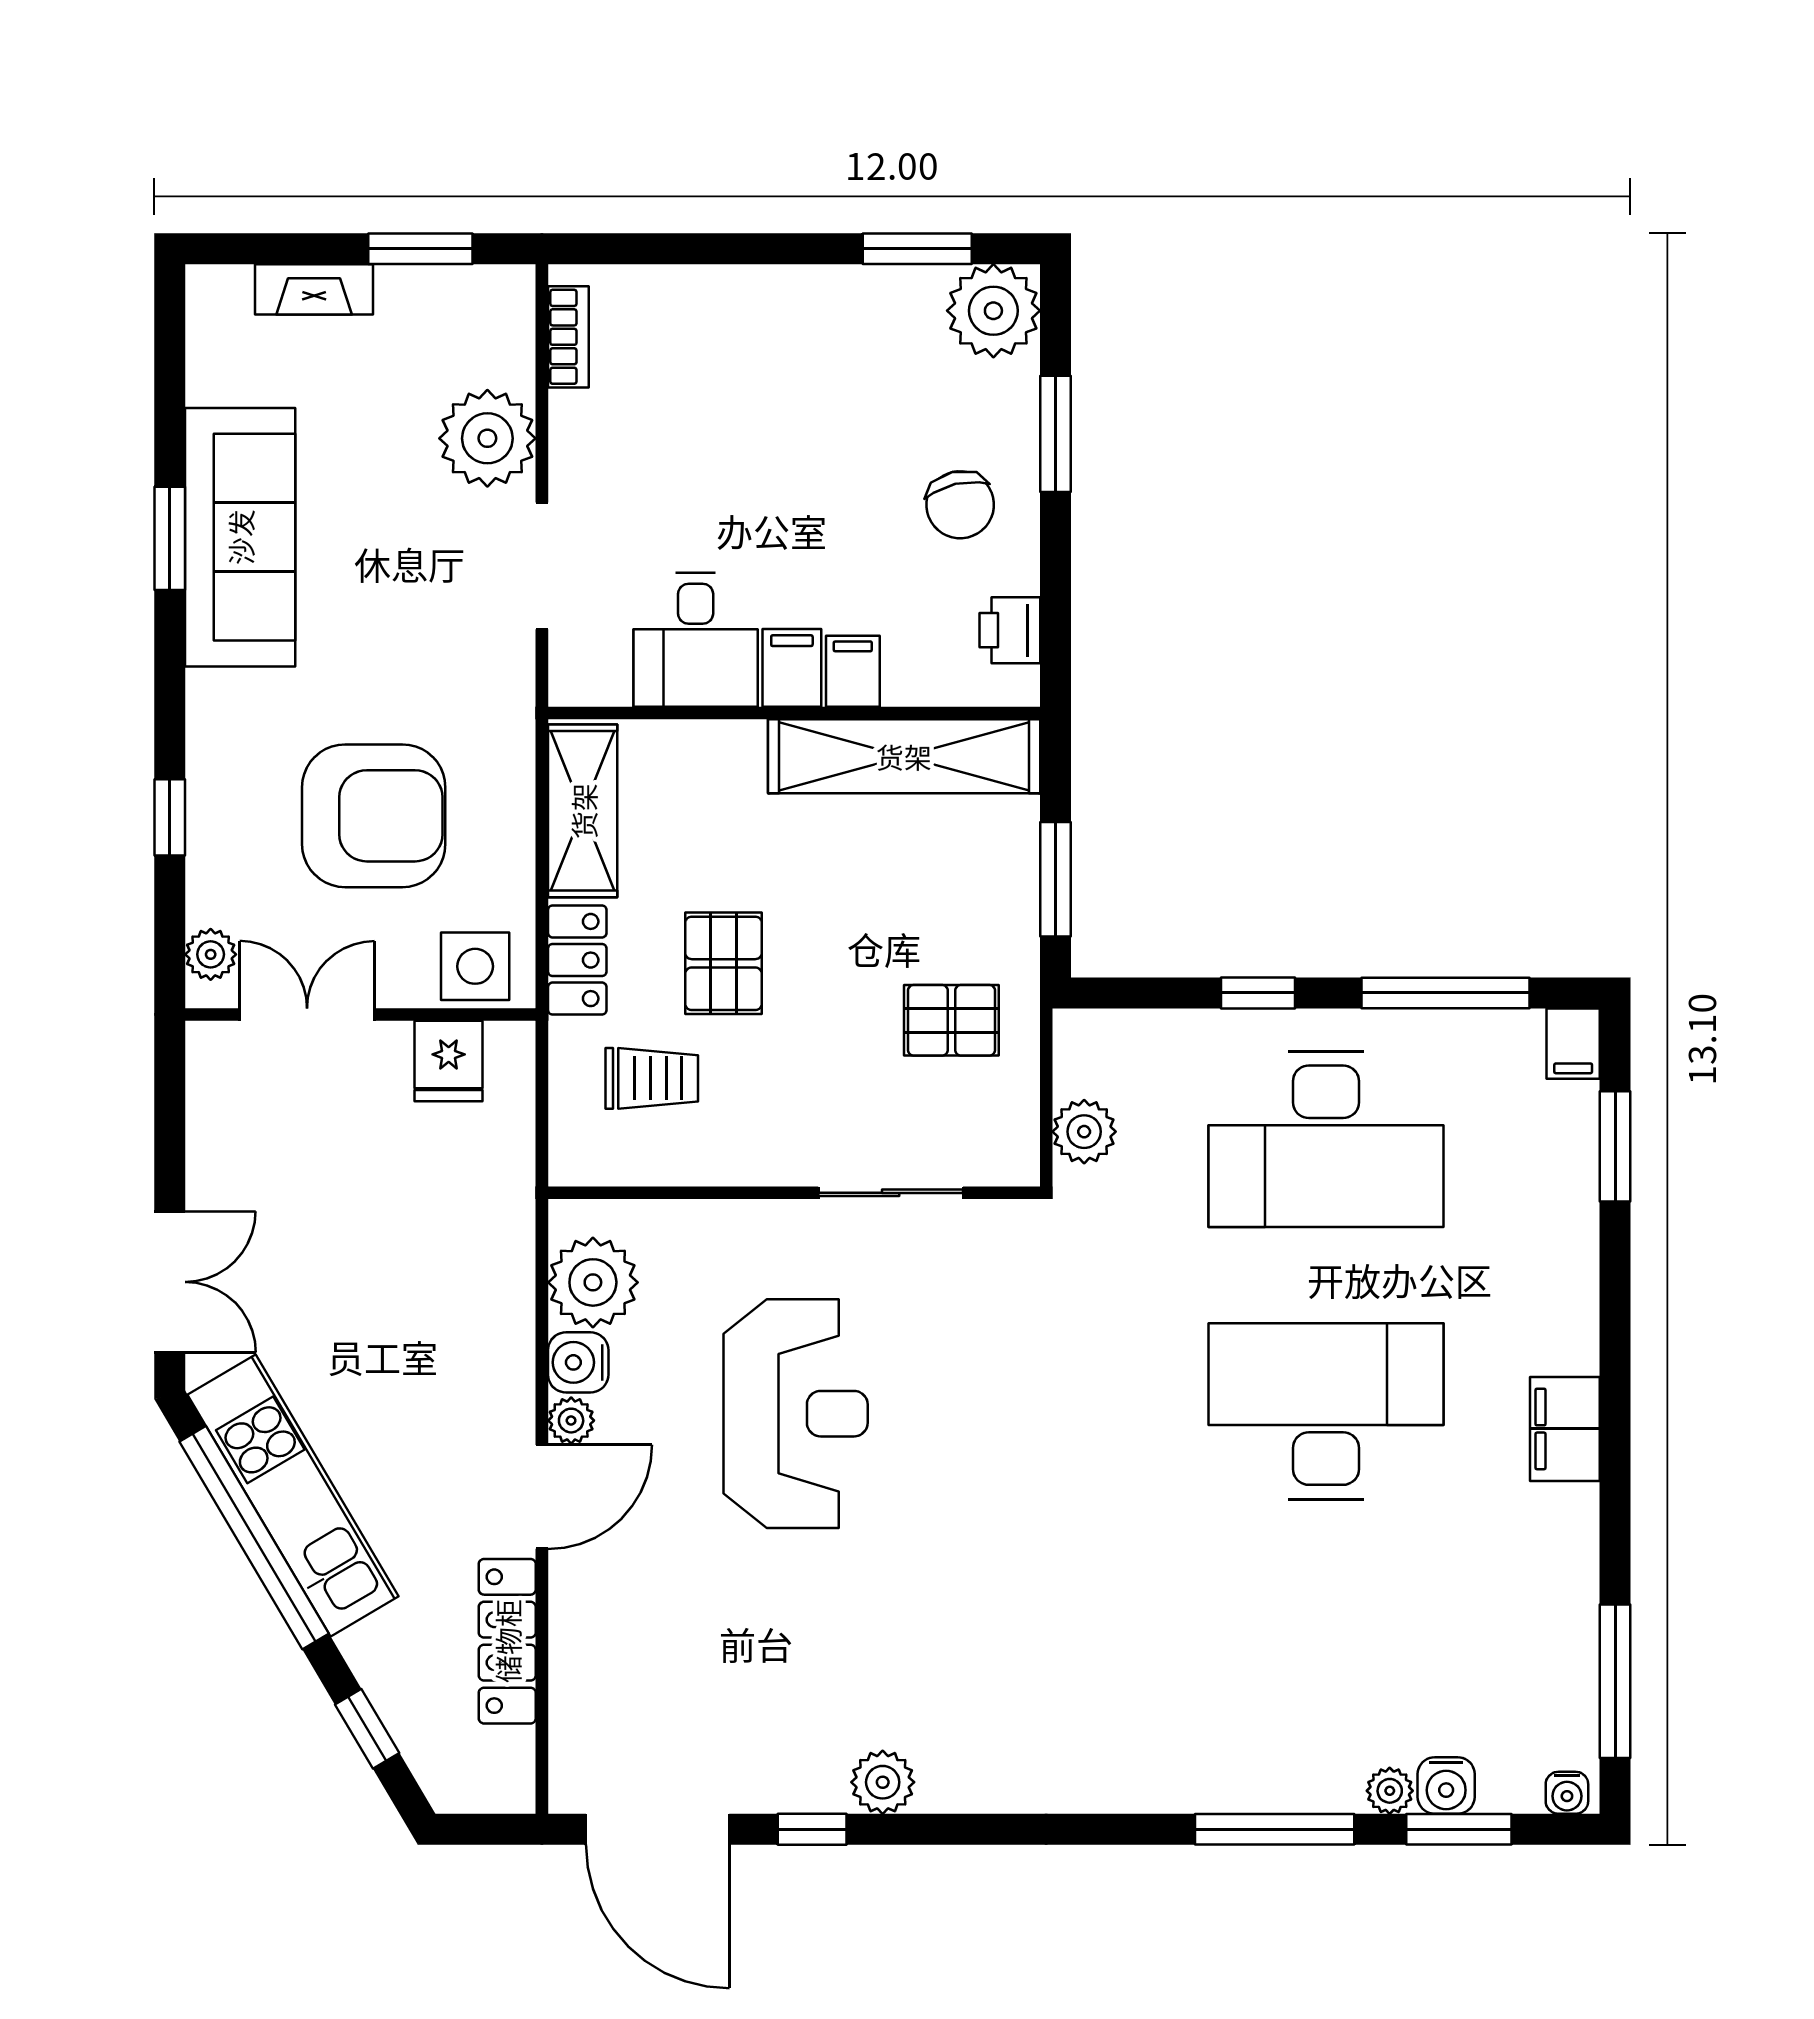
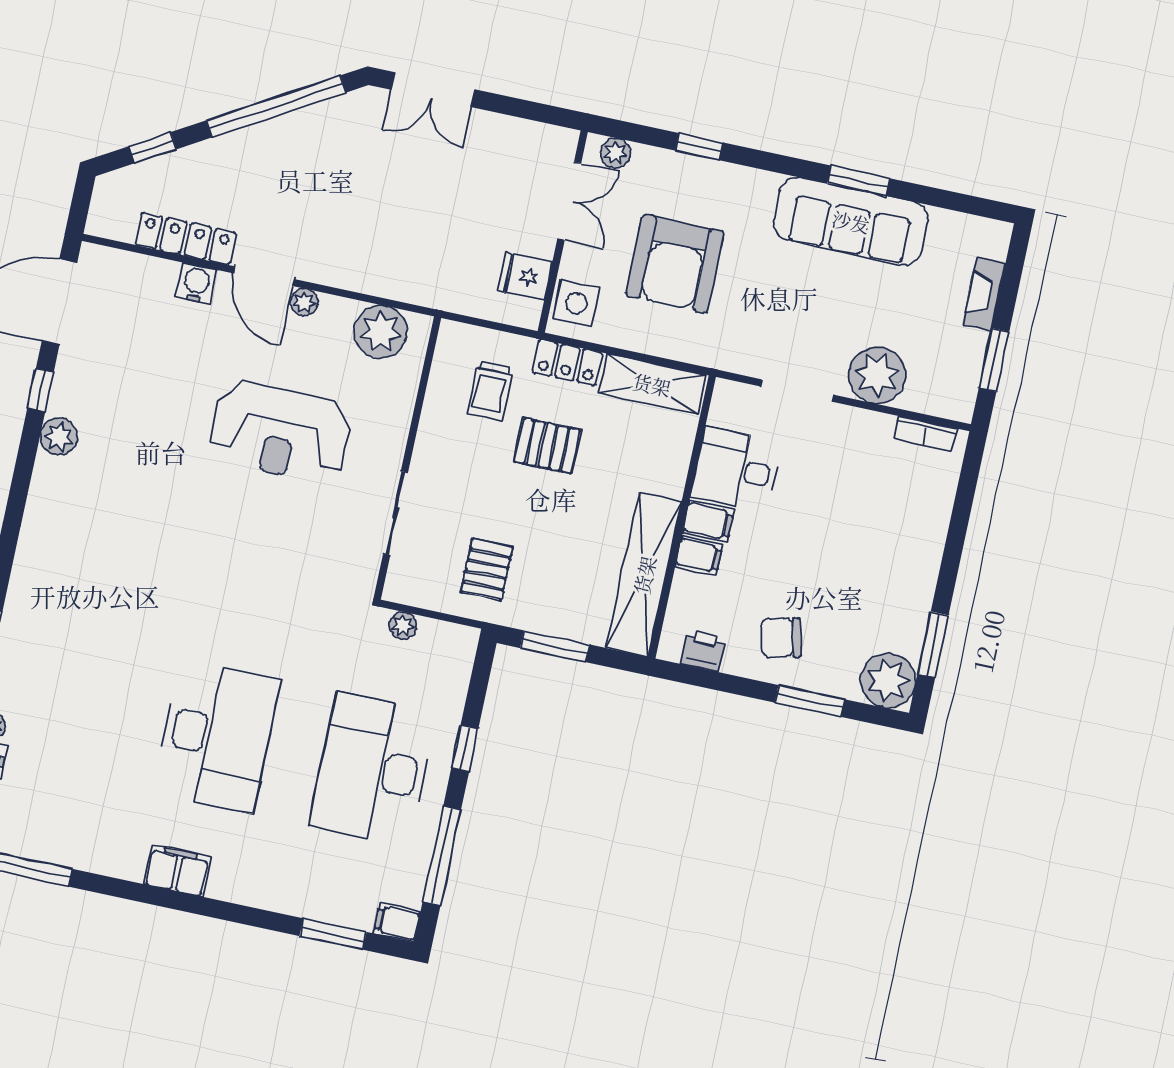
plant: (1084, 1132) -> (403, 626), width x0.73, depth x0.73
water cooler: (578, 1362) -> (196, 284), moved
kitchen unit: (293, 1495) -> (295, 134), removed

